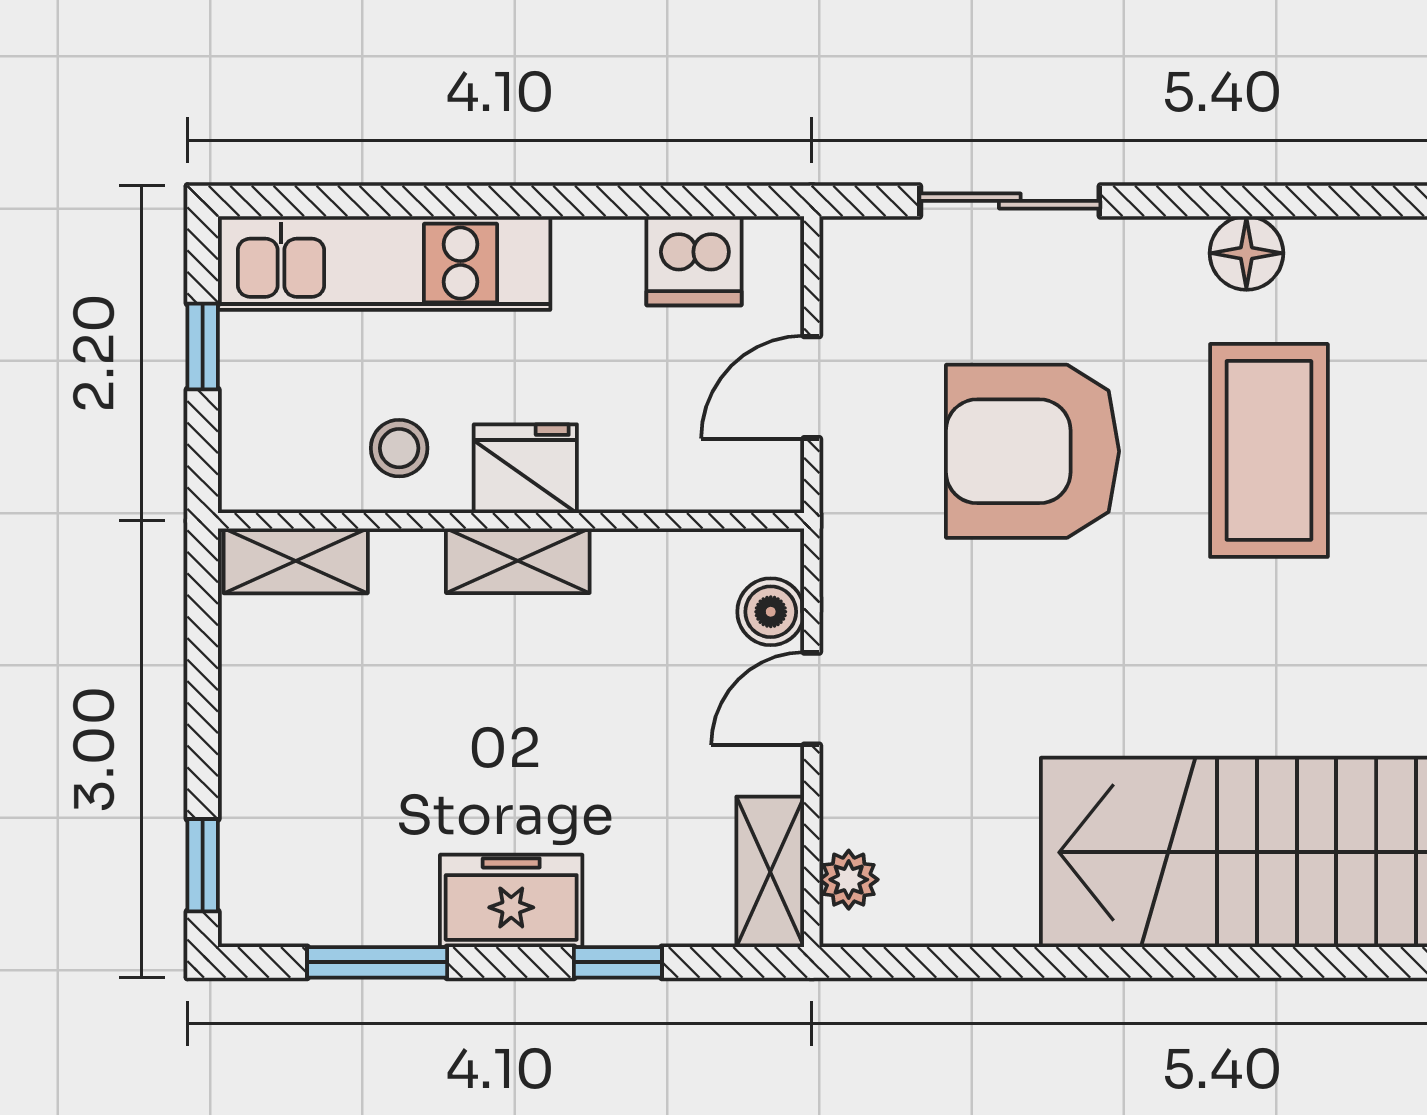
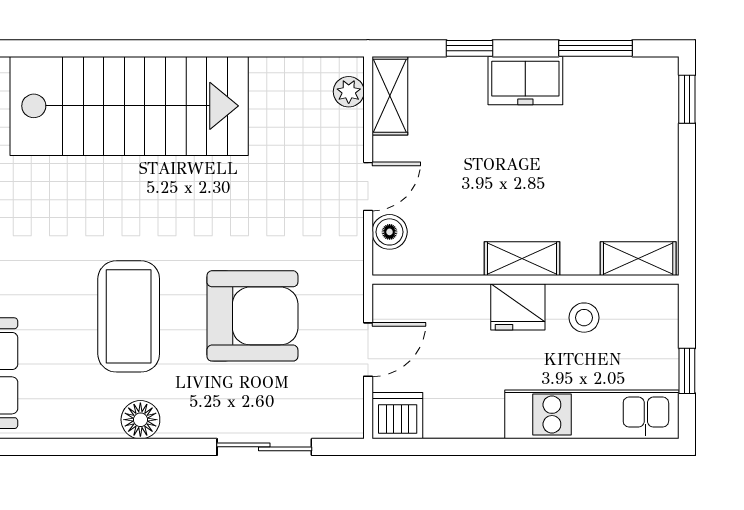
dishwasher: (694, 261) -> (398, 416), moved

